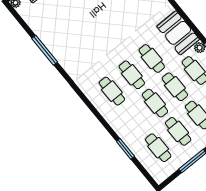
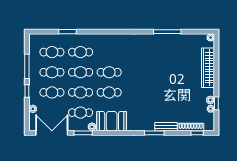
cafe table: (112, 91) -> (81, 52), moved

